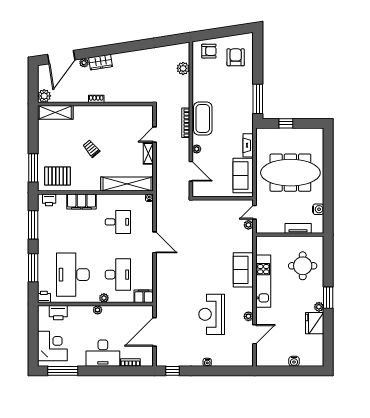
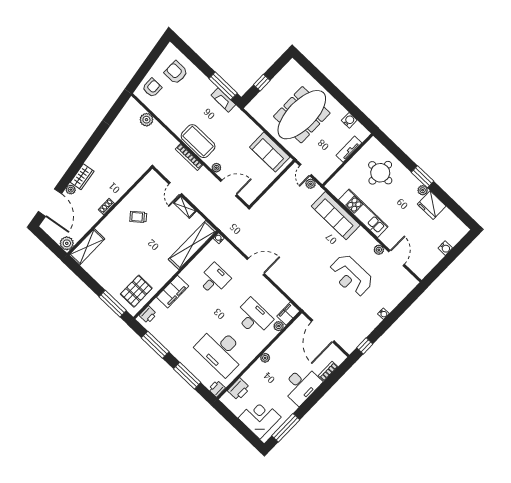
fireplace: (248, 145) -> (223, 100), moved
trolley: (91, 149) -> (138, 217), moved
sofa: (243, 270) -> (336, 216), width x1.36
plant: (104, 298) -> (279, 326), moved

